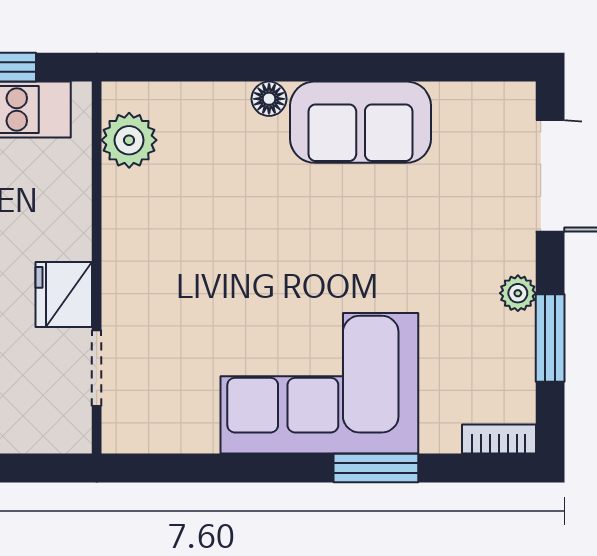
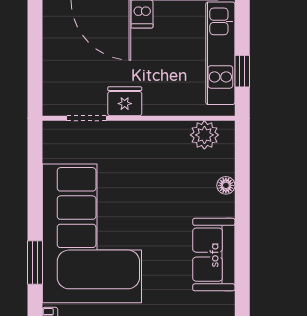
floor lamp: (269, 99) -> (226, 185), moved
corner sofa: (319, 383) -> (92, 233), width x1.36, depth x1.36

